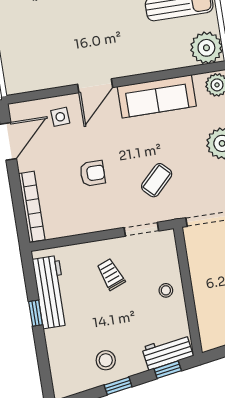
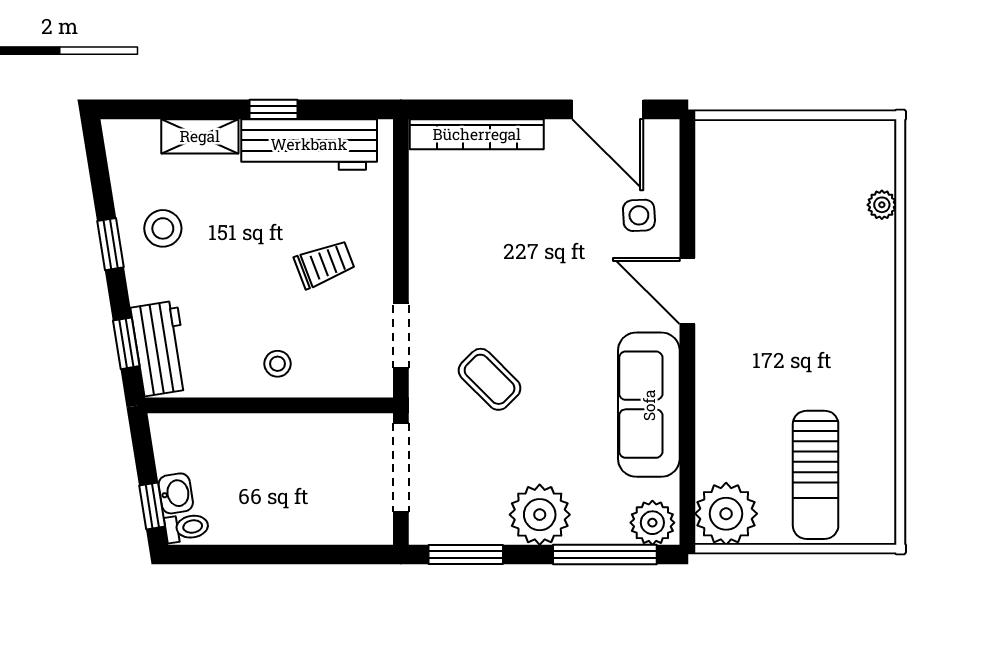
armchair: (92, 173) -> (522, 259), removed
shelving: (55, 349) -> (200, 136), added

